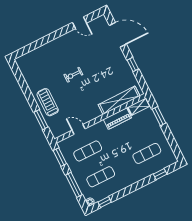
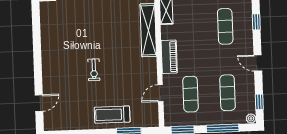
door: (80, 23) -> (39, 103), moved
piano: (117, 119) -> (169, 57), moved
door: (132, 188) -> (258, 63), added

